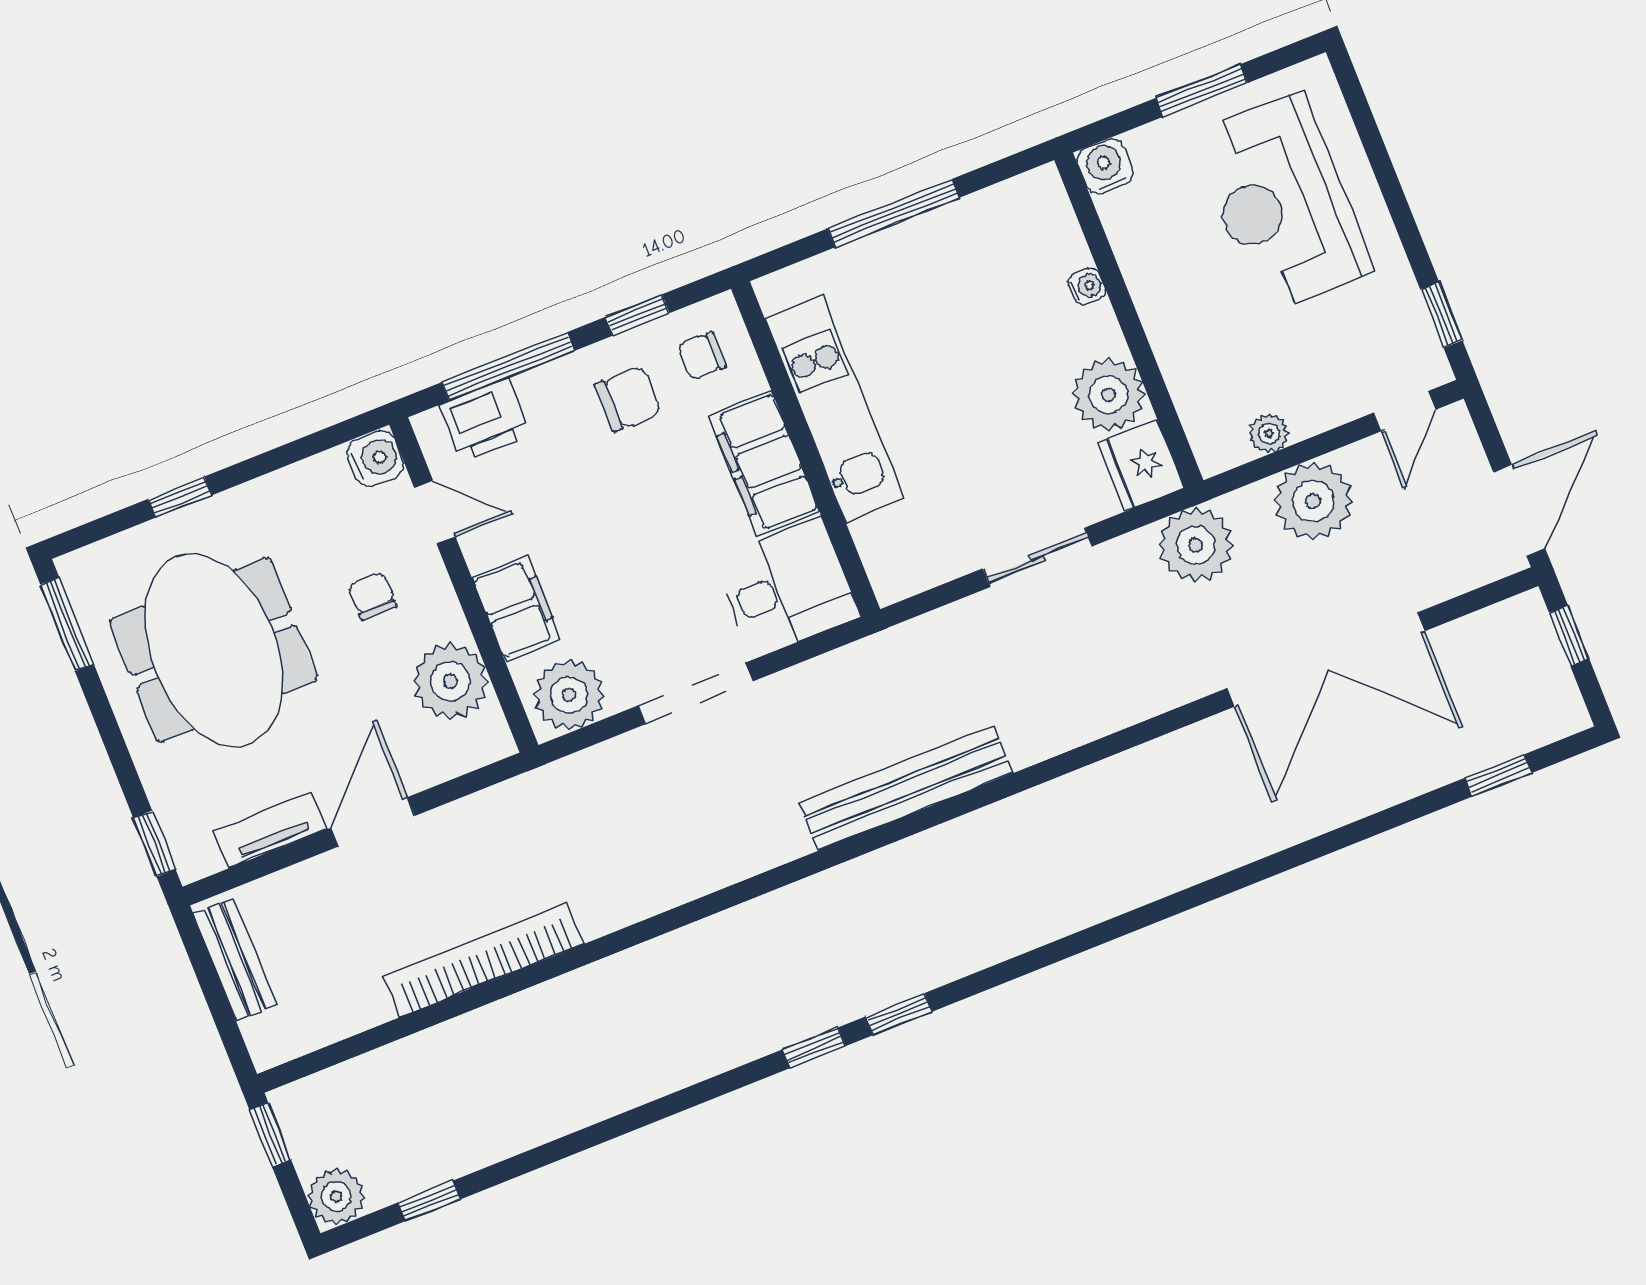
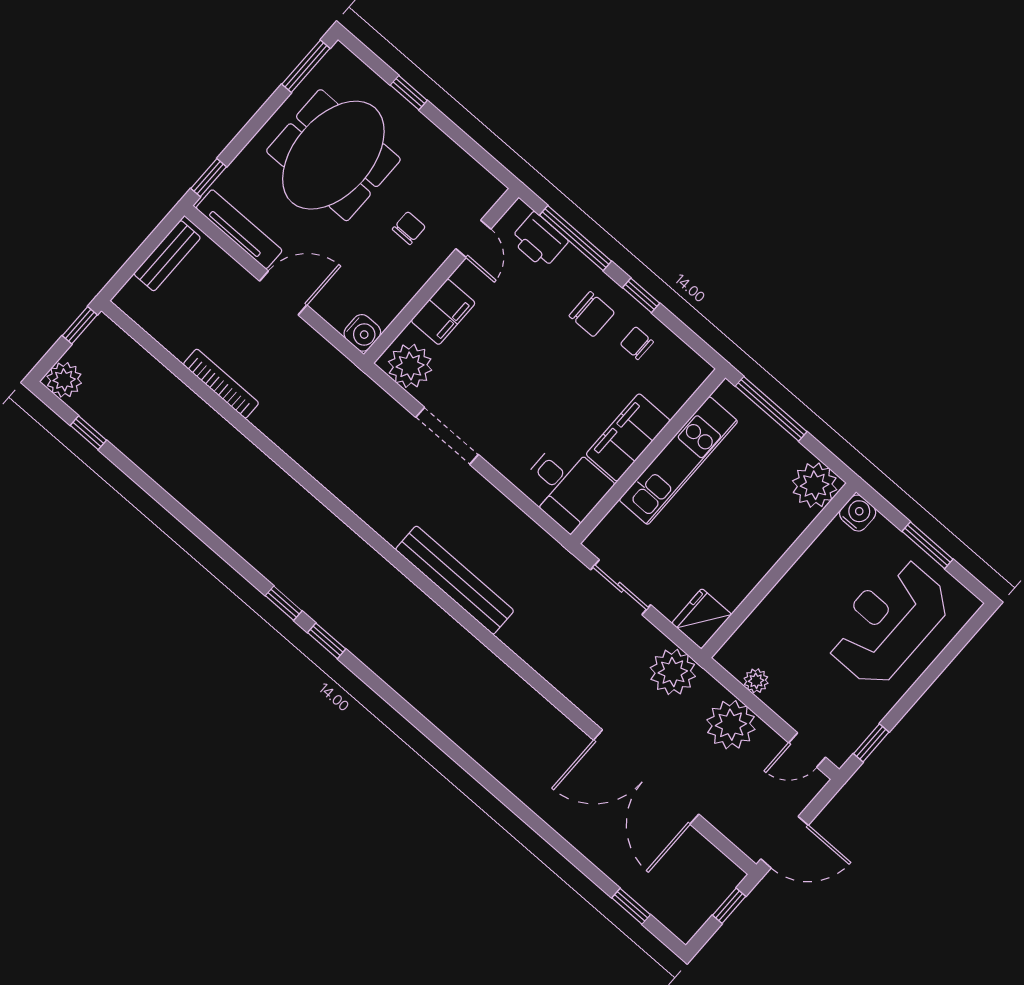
water cooler: (1087, 286) -> (786, 537), removed
plant: (1109, 395) -> (815, 485), moved
kitchen unit: (834, 409) -> (678, 461), moved
wall: (806, 449) -> (648, 456), moved
water cooler: (376, 458) -> (362, 333), moved
filing cabinet: (764, 464) -> (628, 437), moved
desk: (787, 588) -> (565, 486), moved
plant: (450, 681) -> (384, 296), removed
tv unit: (270, 830) -> (239, 229), width x1.41
bookcase: (484, 960) -> (221, 384), width x0.68, depth x0.76

